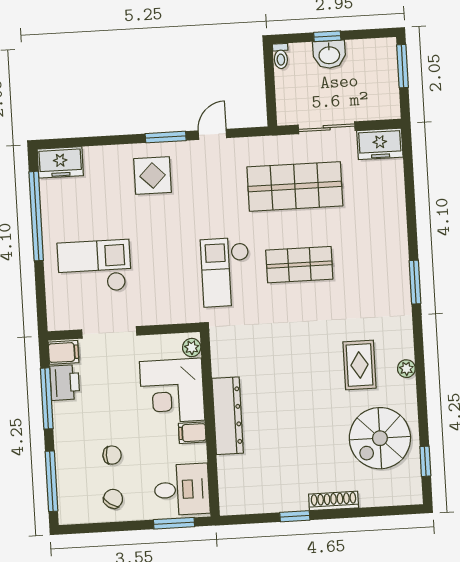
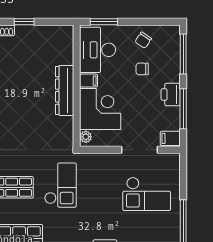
printer: (65, 383) -> (171, 95), moved
desk: (182, 489) -> (98, 50), width x1.37

